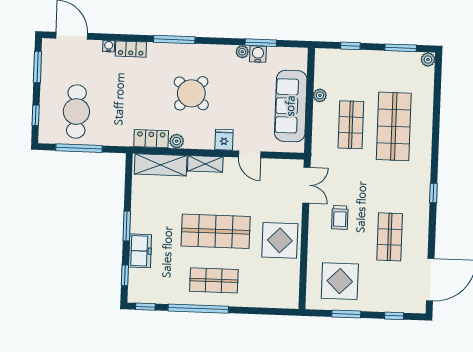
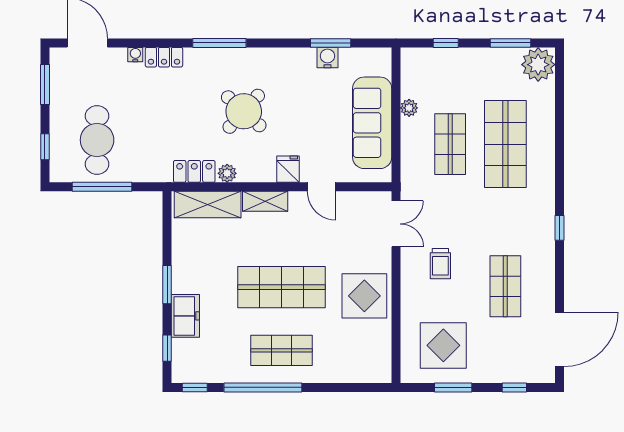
plant: (242, 52) -> (307, 55), removed
plant: (428, 60) -> (538, 65), width x1.88, depth x1.88

